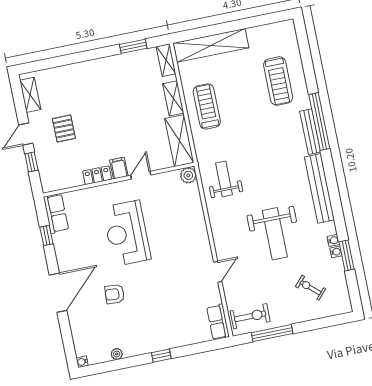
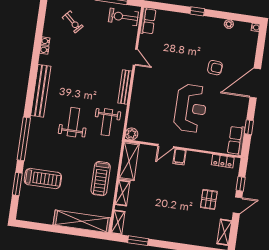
treadmill: (278, 81) -> (43, 179), turned 90
bench: (310, 132) -> (125, 87), moved
locker: (97, 175) -> (223, 161), moved
weight bench: (275, 234) -> (73, 122), moved, width x0.73, depth x0.75
window: (346, 255) -> (17, 184), moved
door: (218, 272) -> (135, 57), swing flipped

